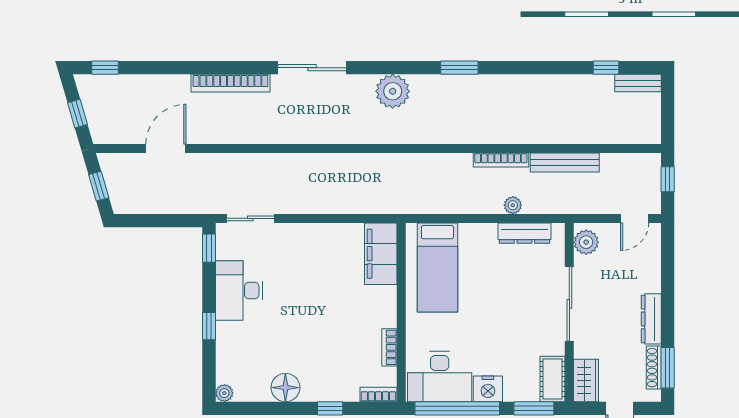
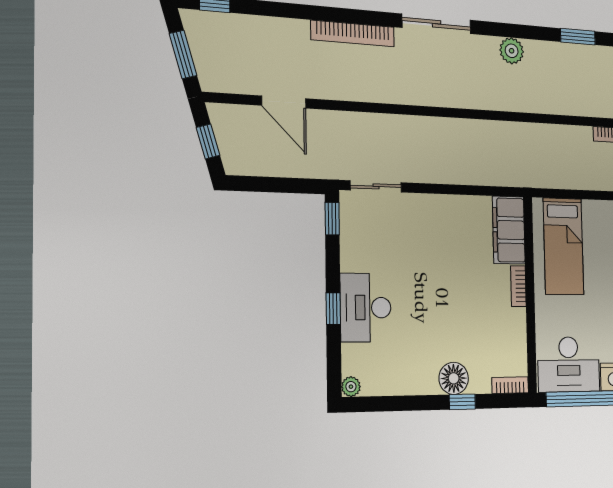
plant: (393, 91) -> (512, 51), width x0.73, depth x0.73
window: (77, 114) -> (183, 54), width x1.50
door: (166, 149) -> (284, 102), swing flipped
desk: (239, 290) -> (366, 308), moved
bookcase: (389, 347) -> (518, 286), moved
floor lamp: (285, 388) -> (454, 378), moved

